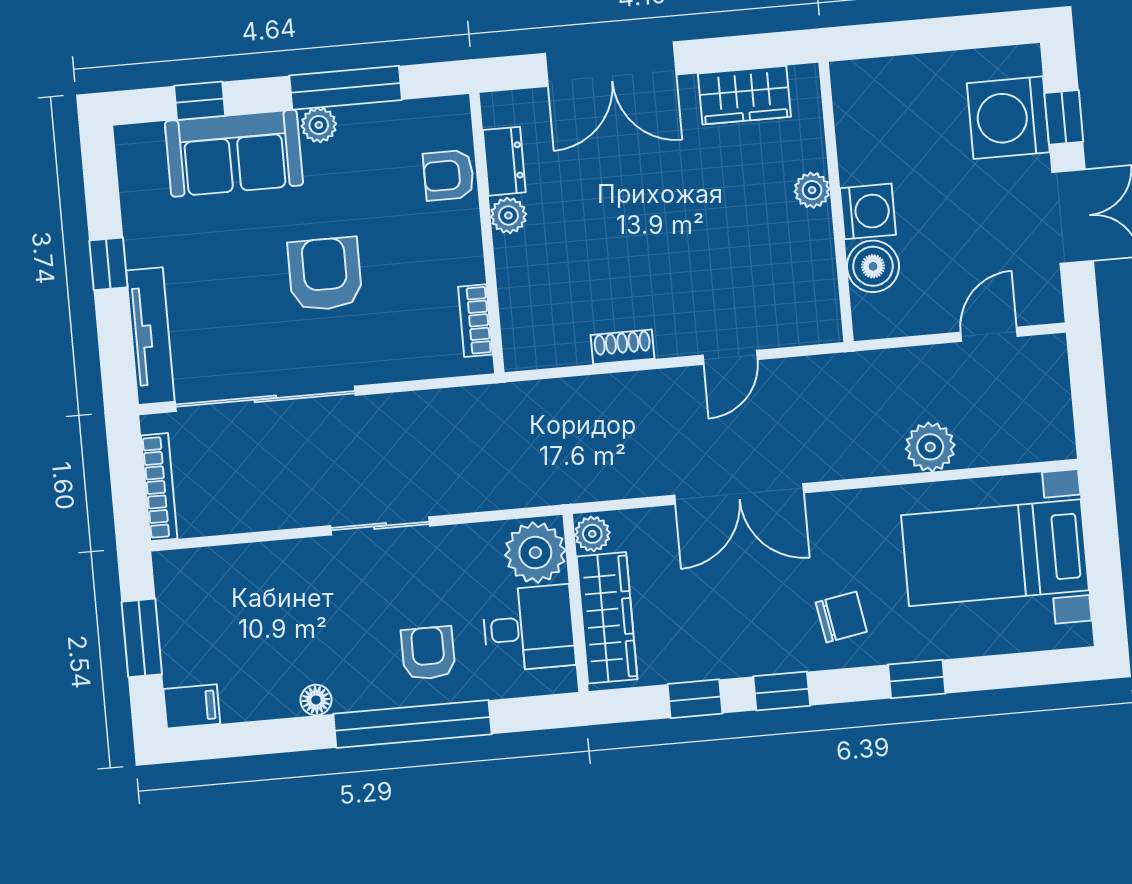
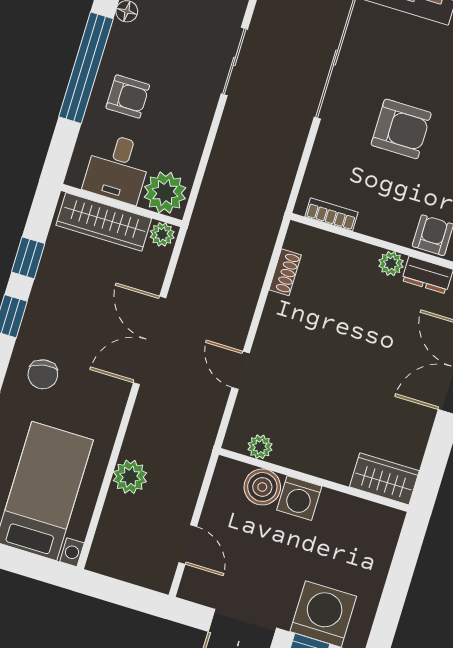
wardrobe: (744, 95) -> (384, 479), moved, turned 90
plant: (812, 190) -> (260, 447), moved
shoe rack: (622, 347) -> (285, 272), moved
sliding door: (380, 526) -> (234, 61), moved

